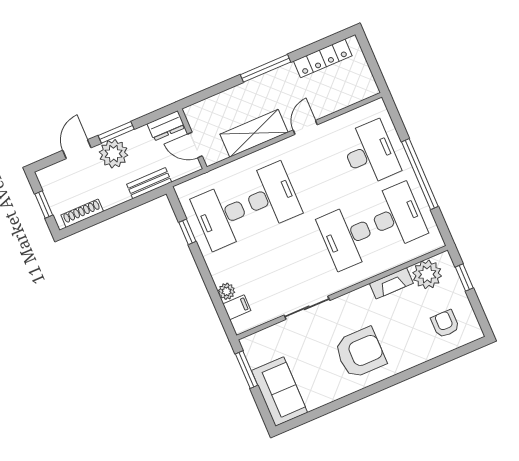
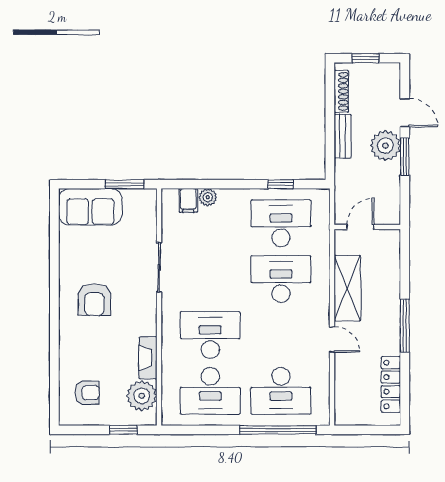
dresser: (166, 126) -> (391, 207), removed
window: (420, 174) -> (278, 430), moved
bench: (149, 183) -> (343, 136), moved
desk: (271, 195) -> (281, 279), turned 180
armchair: (360, 353) -> (94, 300), width x0.73, depth x0.73

